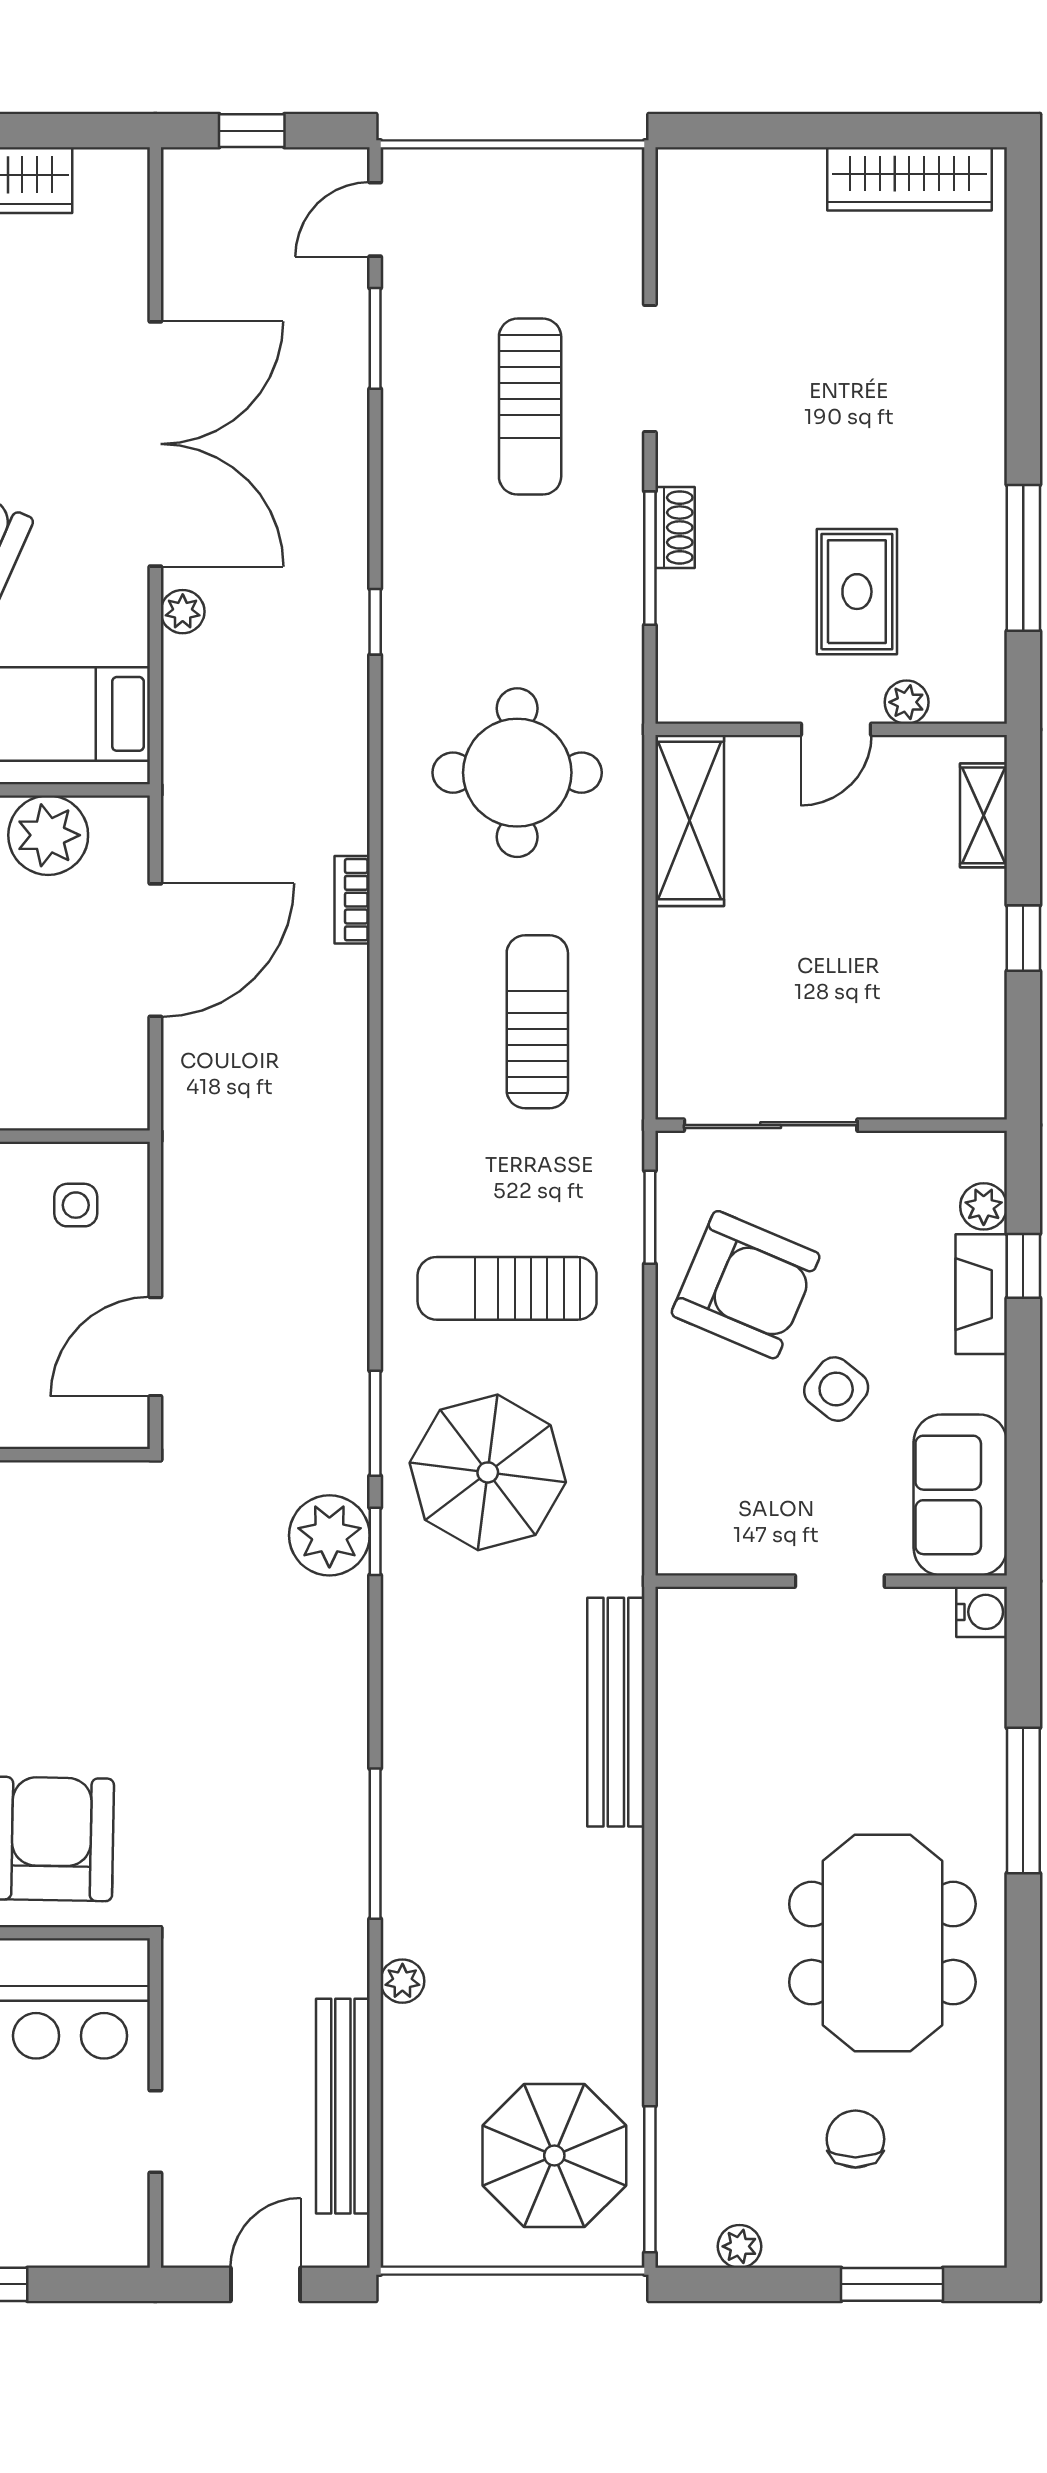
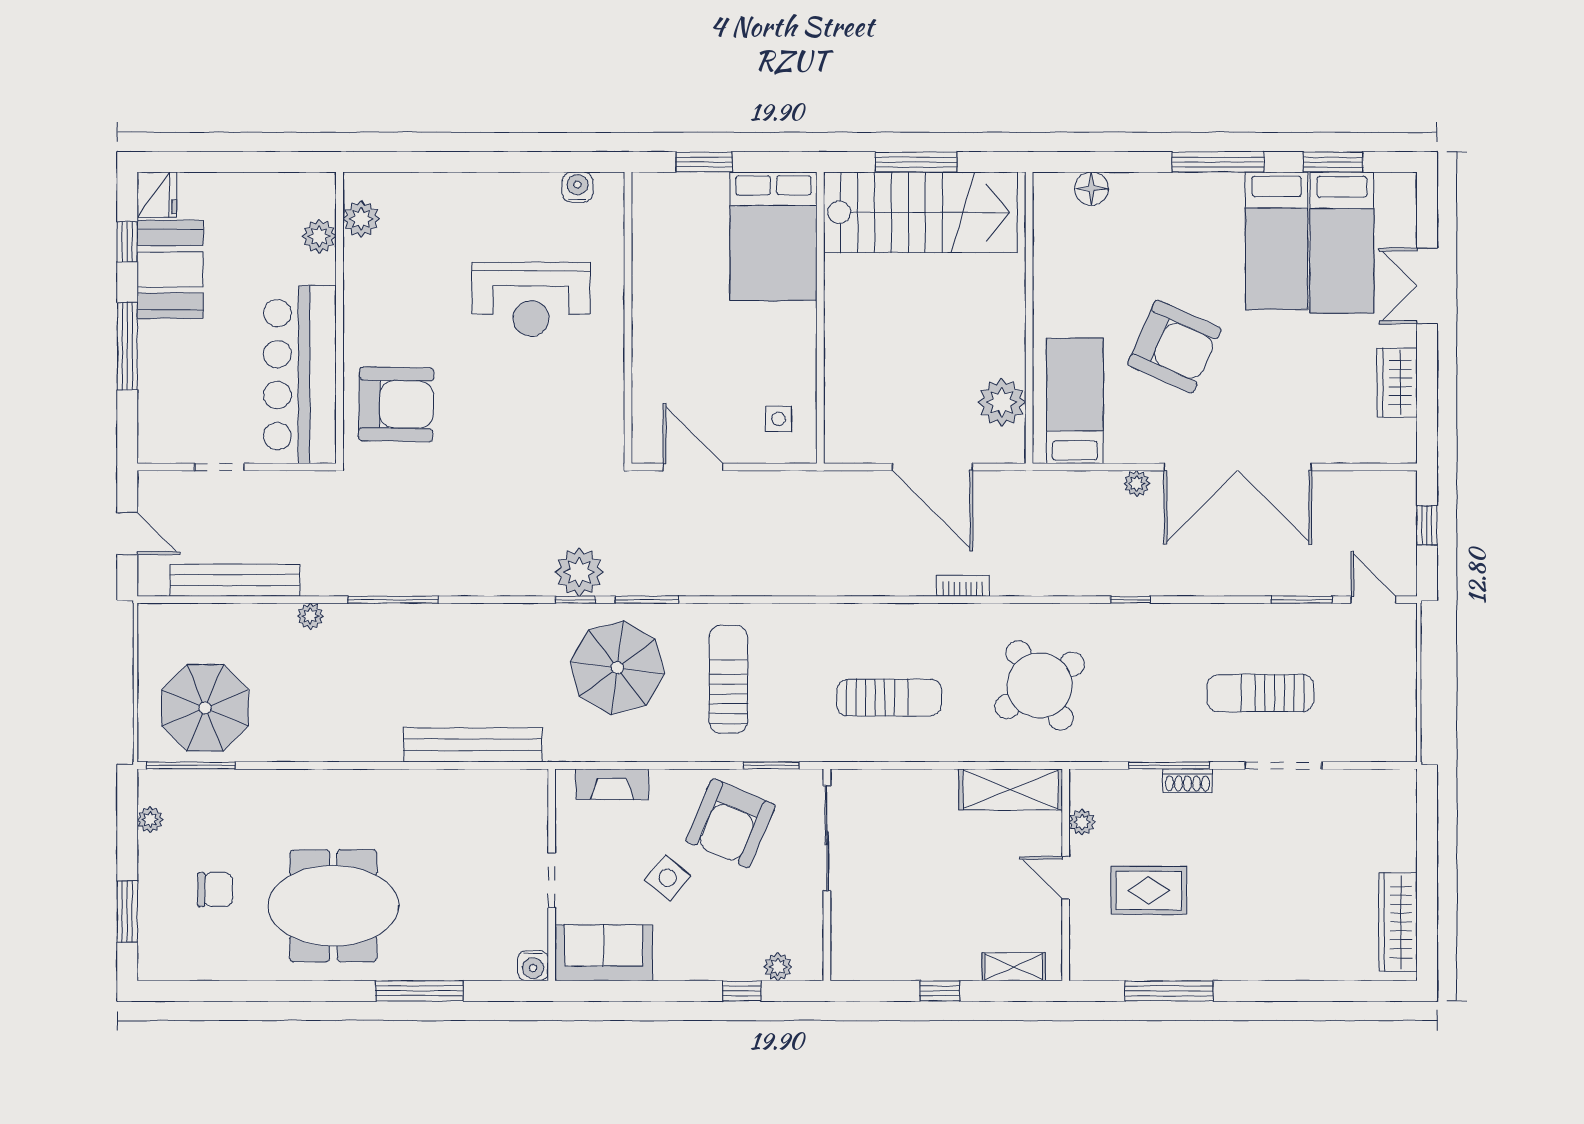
plant: (907, 702) -> (1082, 822), moved
round table: (517, 773) -> (1040, 685), turned -33
fireplace: (981, 1294) -> (612, 784), moved, turned 180

